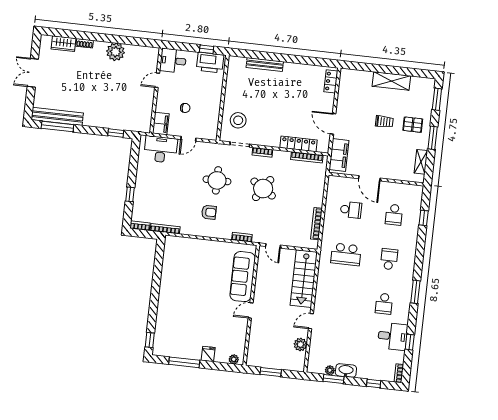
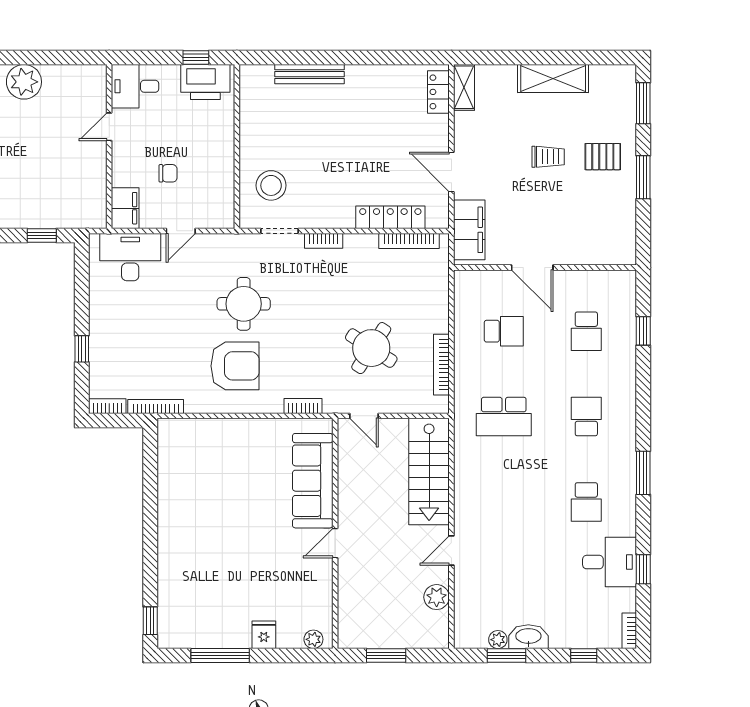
shelving: (421, 162) -> (464, 87), moved
round table: (263, 189) -> (371, 348), moved
armchair: (209, 212) -> (235, 366), width x1.88, depth x1.88

